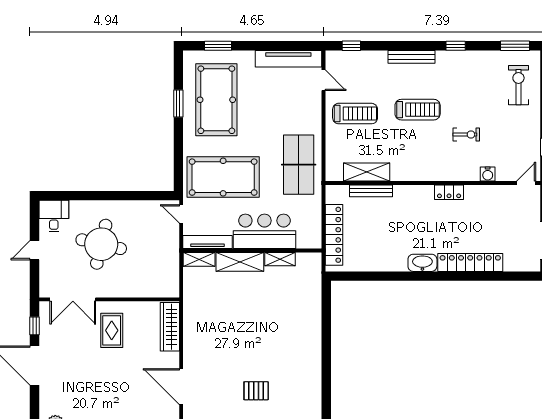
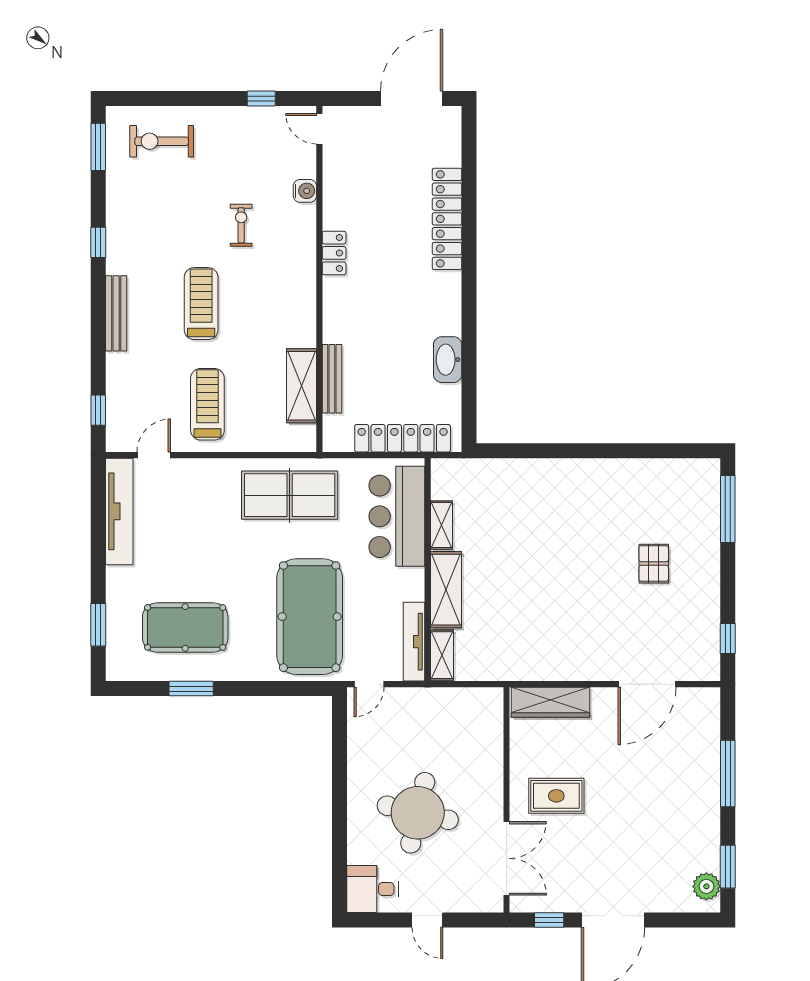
pool table: (216, 100) -> (185, 627), width x0.73, depth x0.76
bar counter: (264, 231) -> (397, 516), moved
washbasin: (422, 263) -> (448, 360), moved

